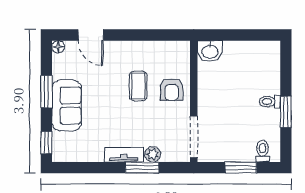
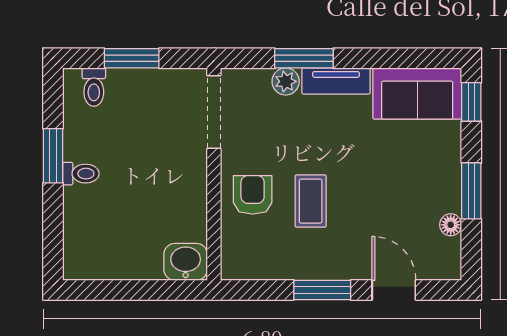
window: (132, 35) -> (322, 290), added
floor lamp: (58, 47) -> (451, 225), moved
sofa: (67, 105) -> (417, 94), moved, turned -90

